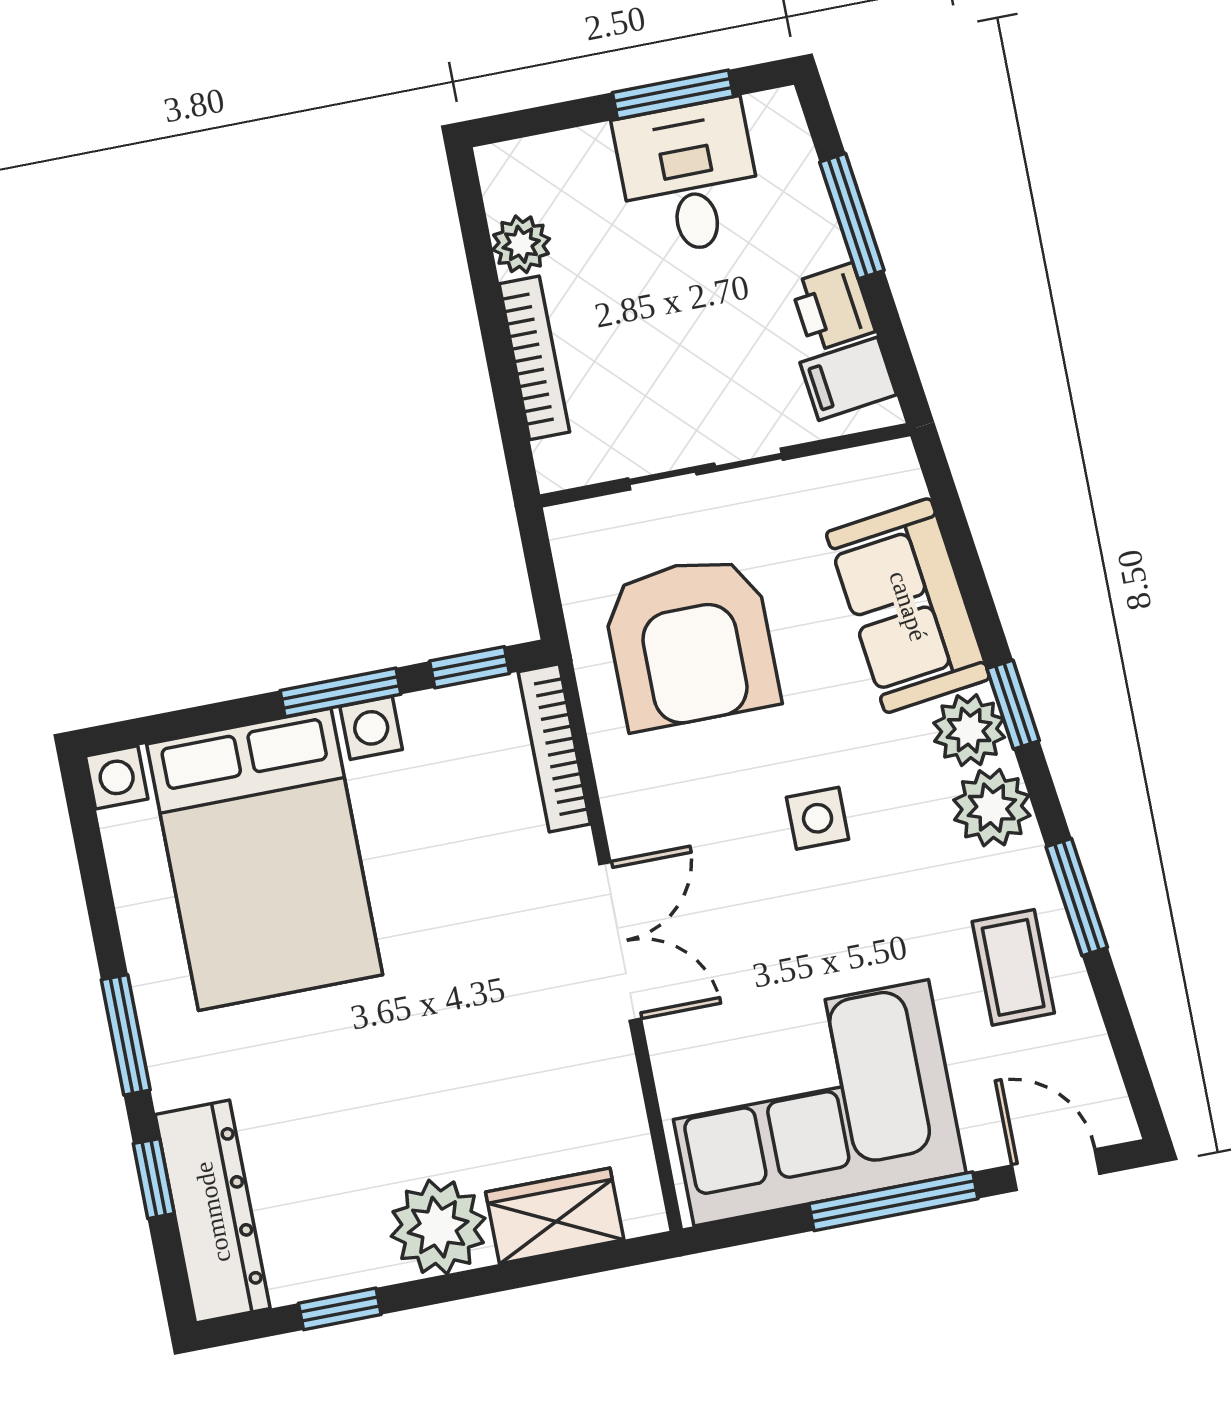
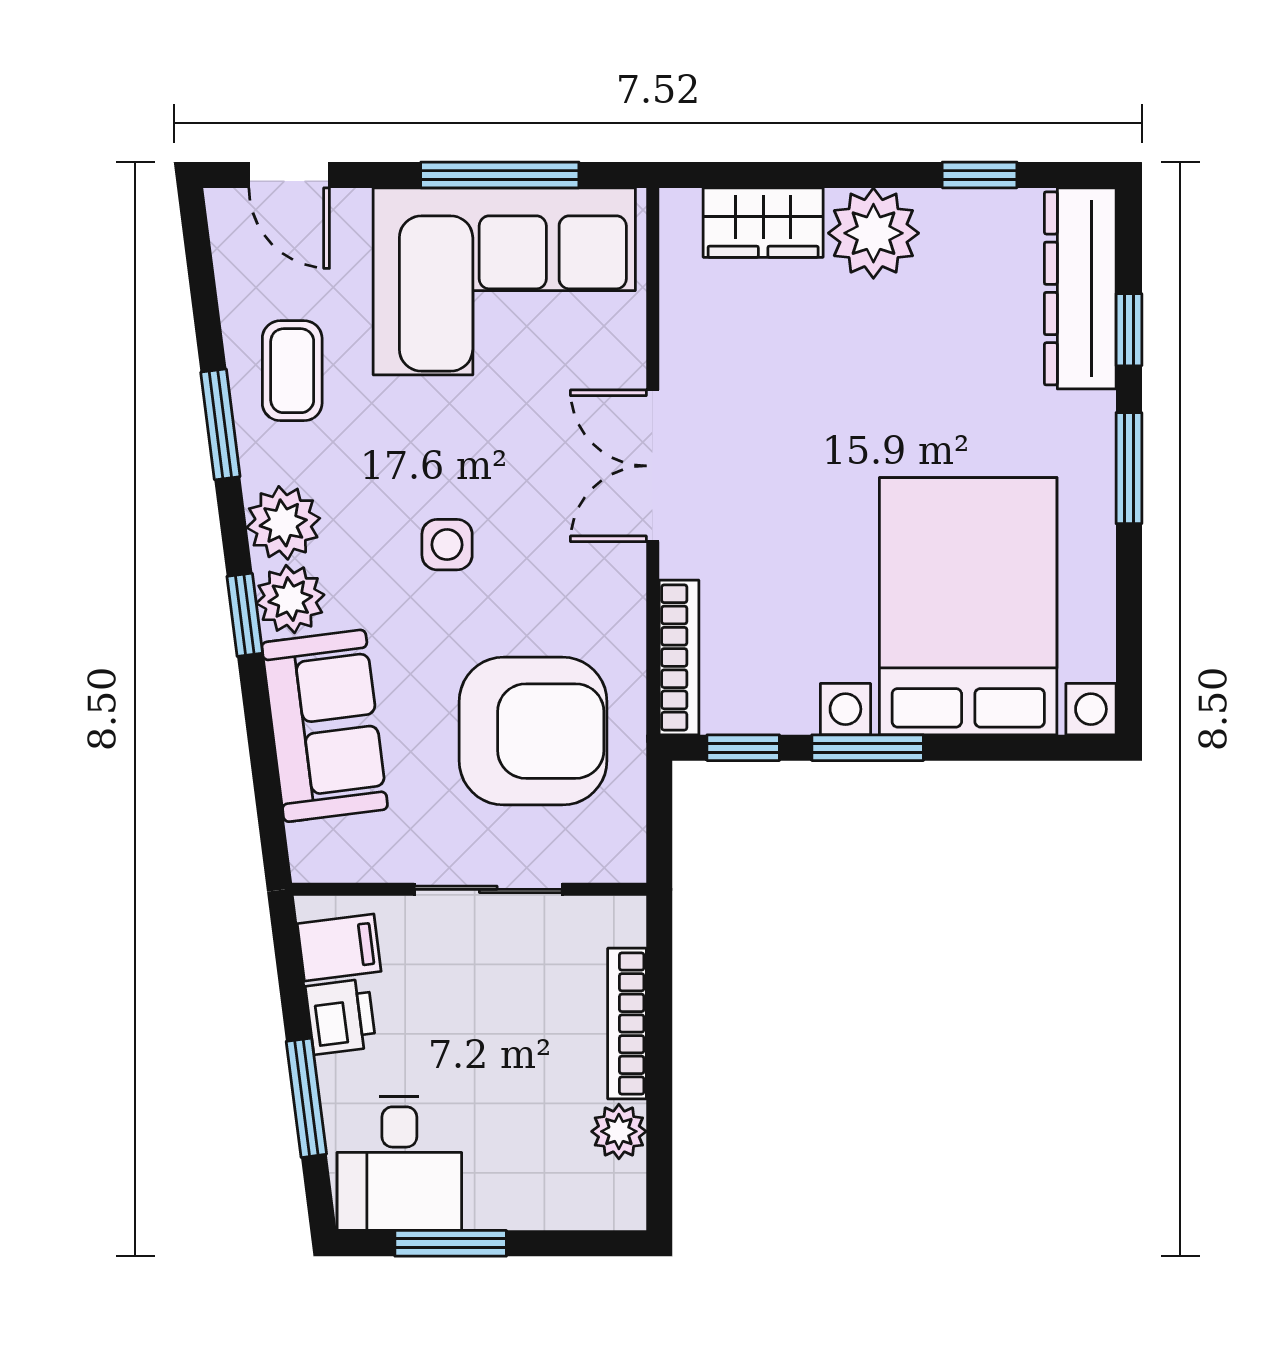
desk: (689, 178) -> (399, 1163), moved
armchair: (691, 642) -> (533, 731), turned 90
window: (893, 1201) -> (500, 175), moved

